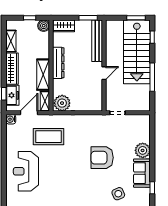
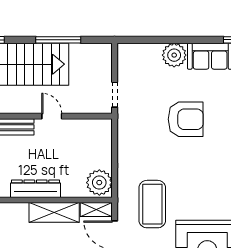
armchair: (102, 158) -> (186, 119), turned -90

